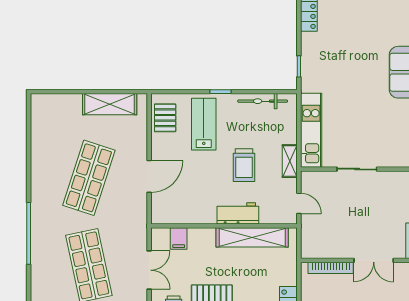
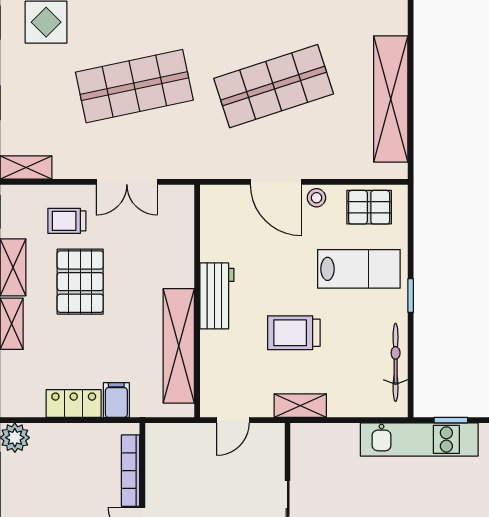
shelving: (110, 104) -> (391, 99), width x1.47
kitchen unit: (311, 130) -> (419, 439), moved
stool: (159, 151) -> (316, 198), added
shop shelf: (89, 178) -> (274, 86), turned -36
workbench: (238, 213) -> (217, 296), moved
filing cabinet: (179, 239) -> (116, 400), moved, turned 90

